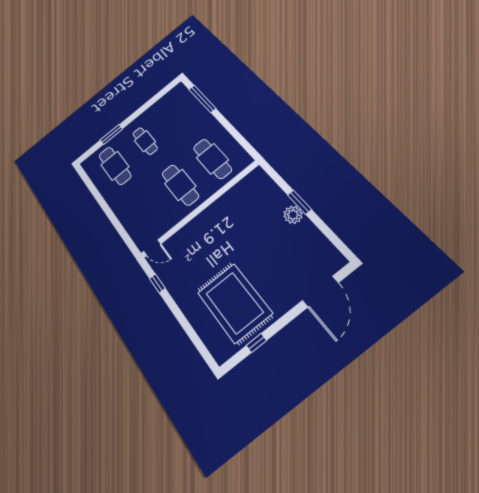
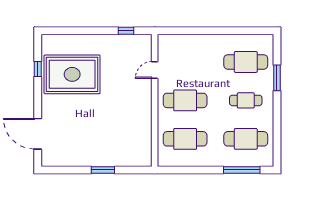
cafe table: (175, 116) -> (246, 139), added
plant: (293, 215) -> (98, 159), removed
door: (152, 248) -> (155, 70), moved

